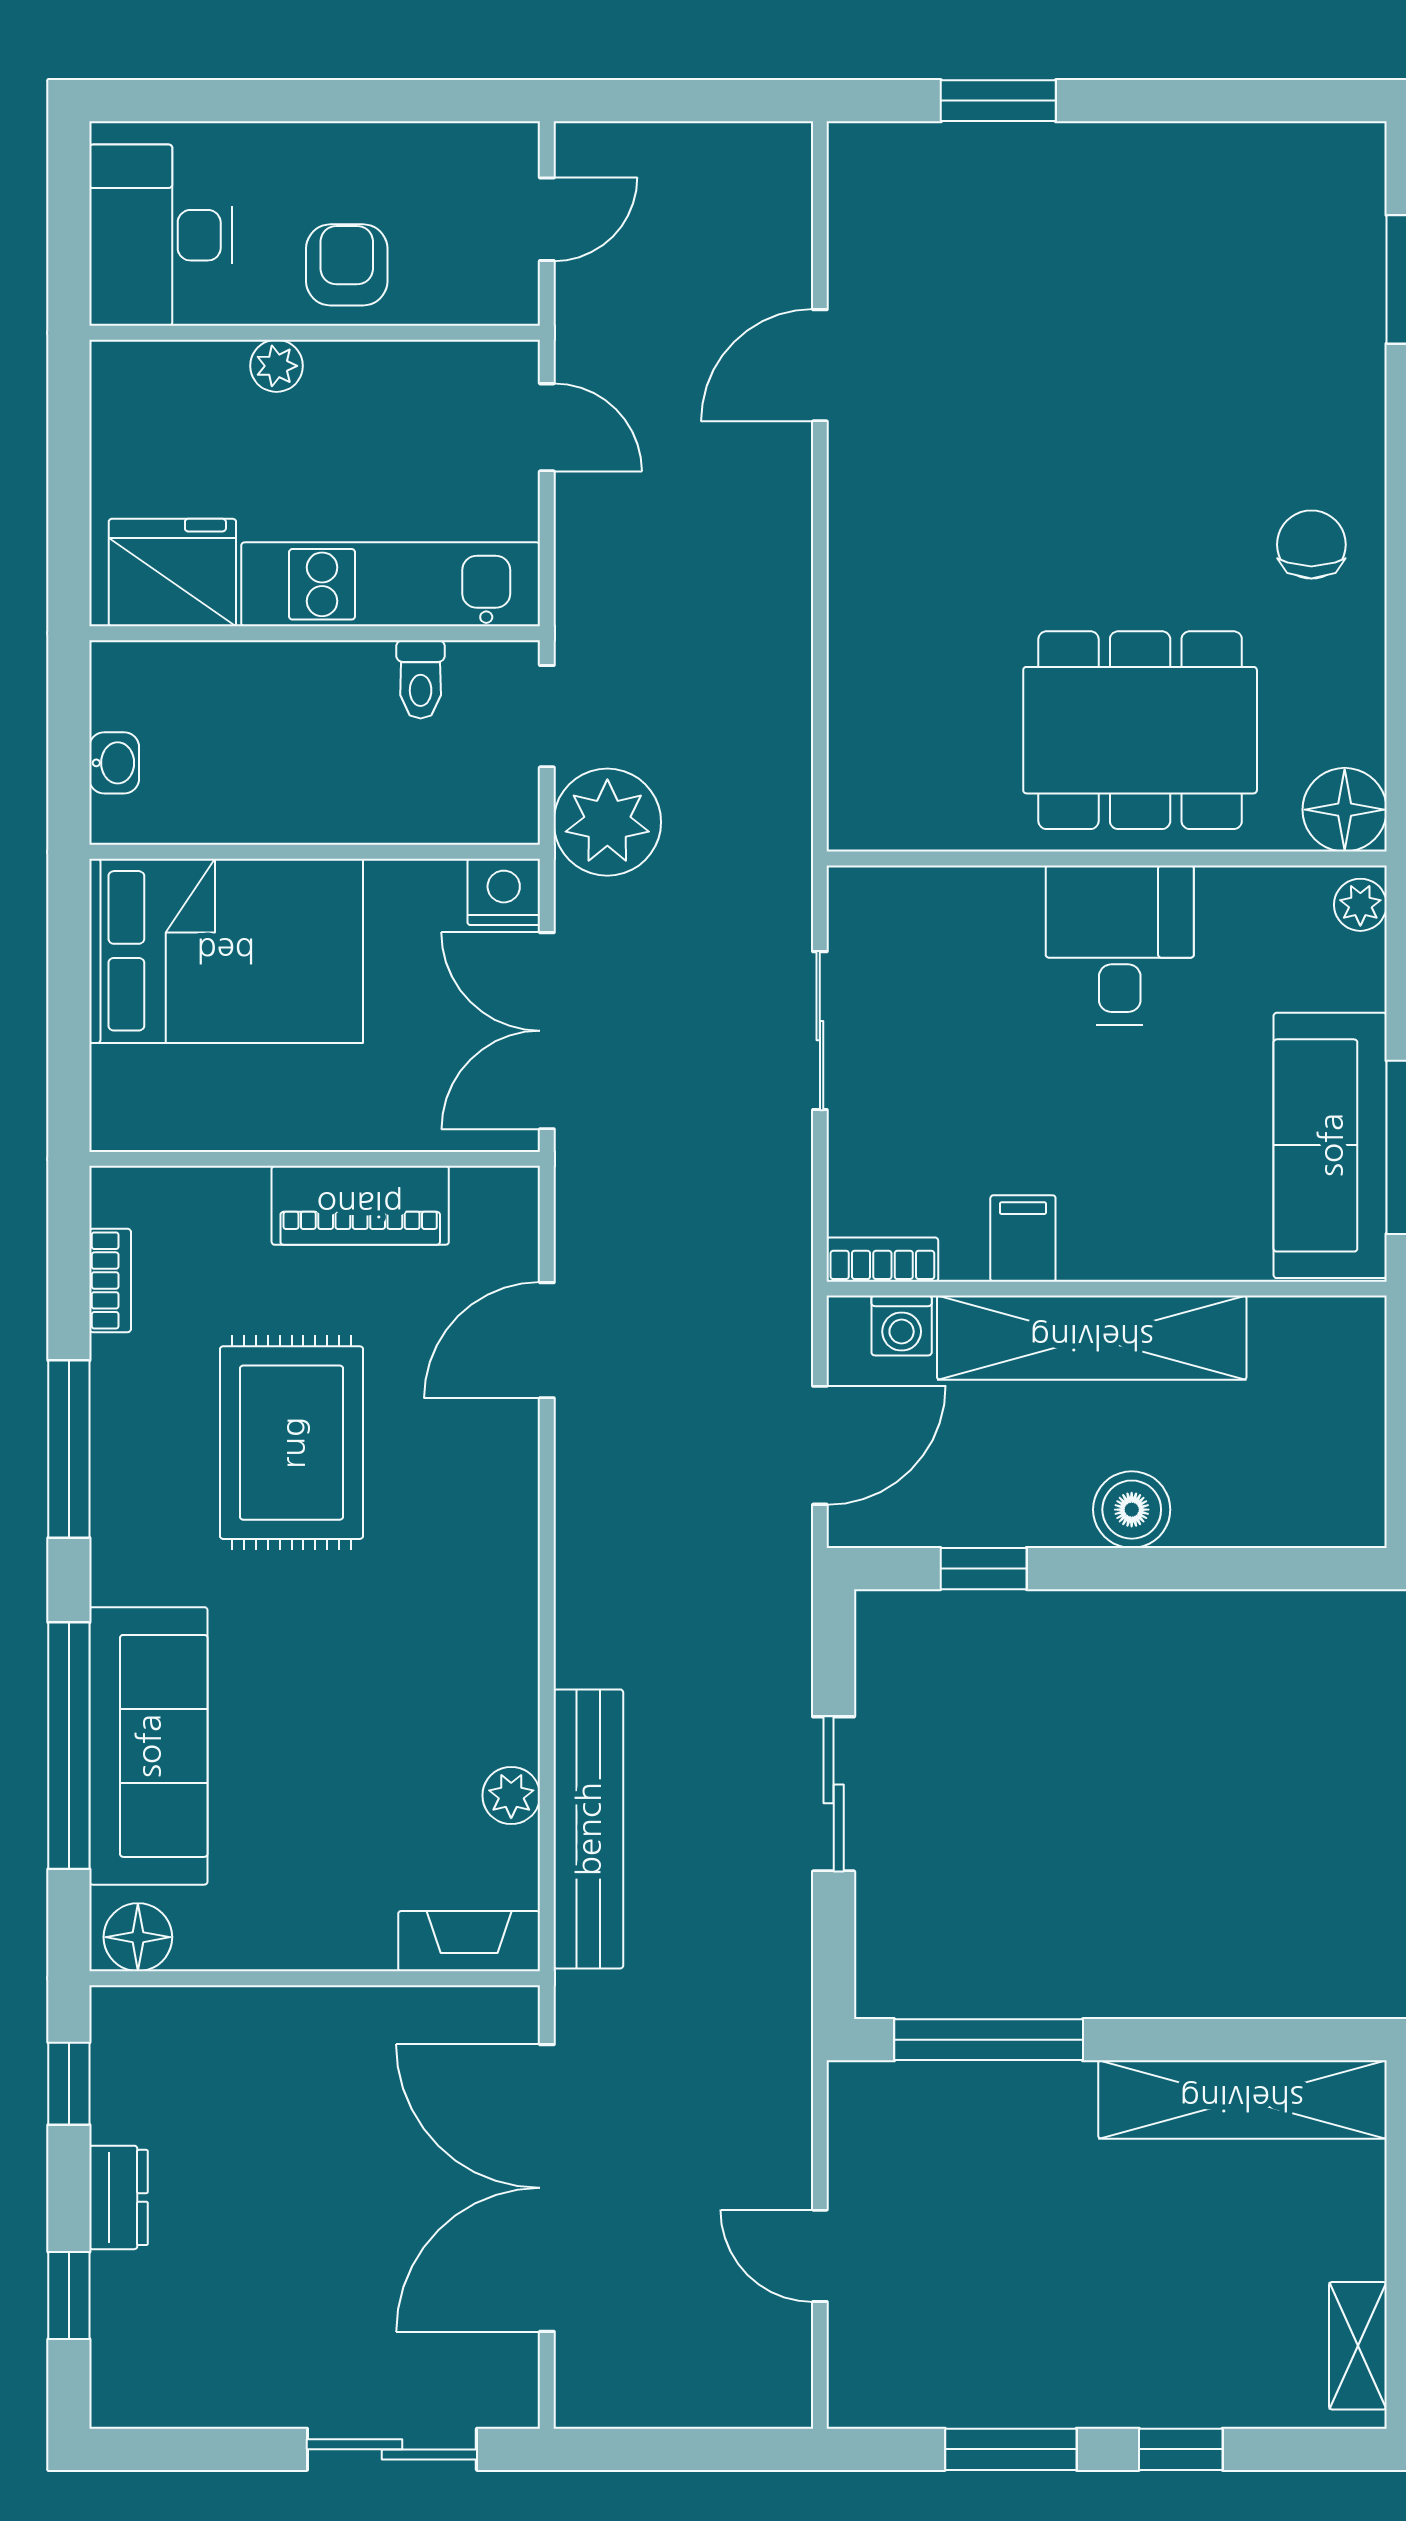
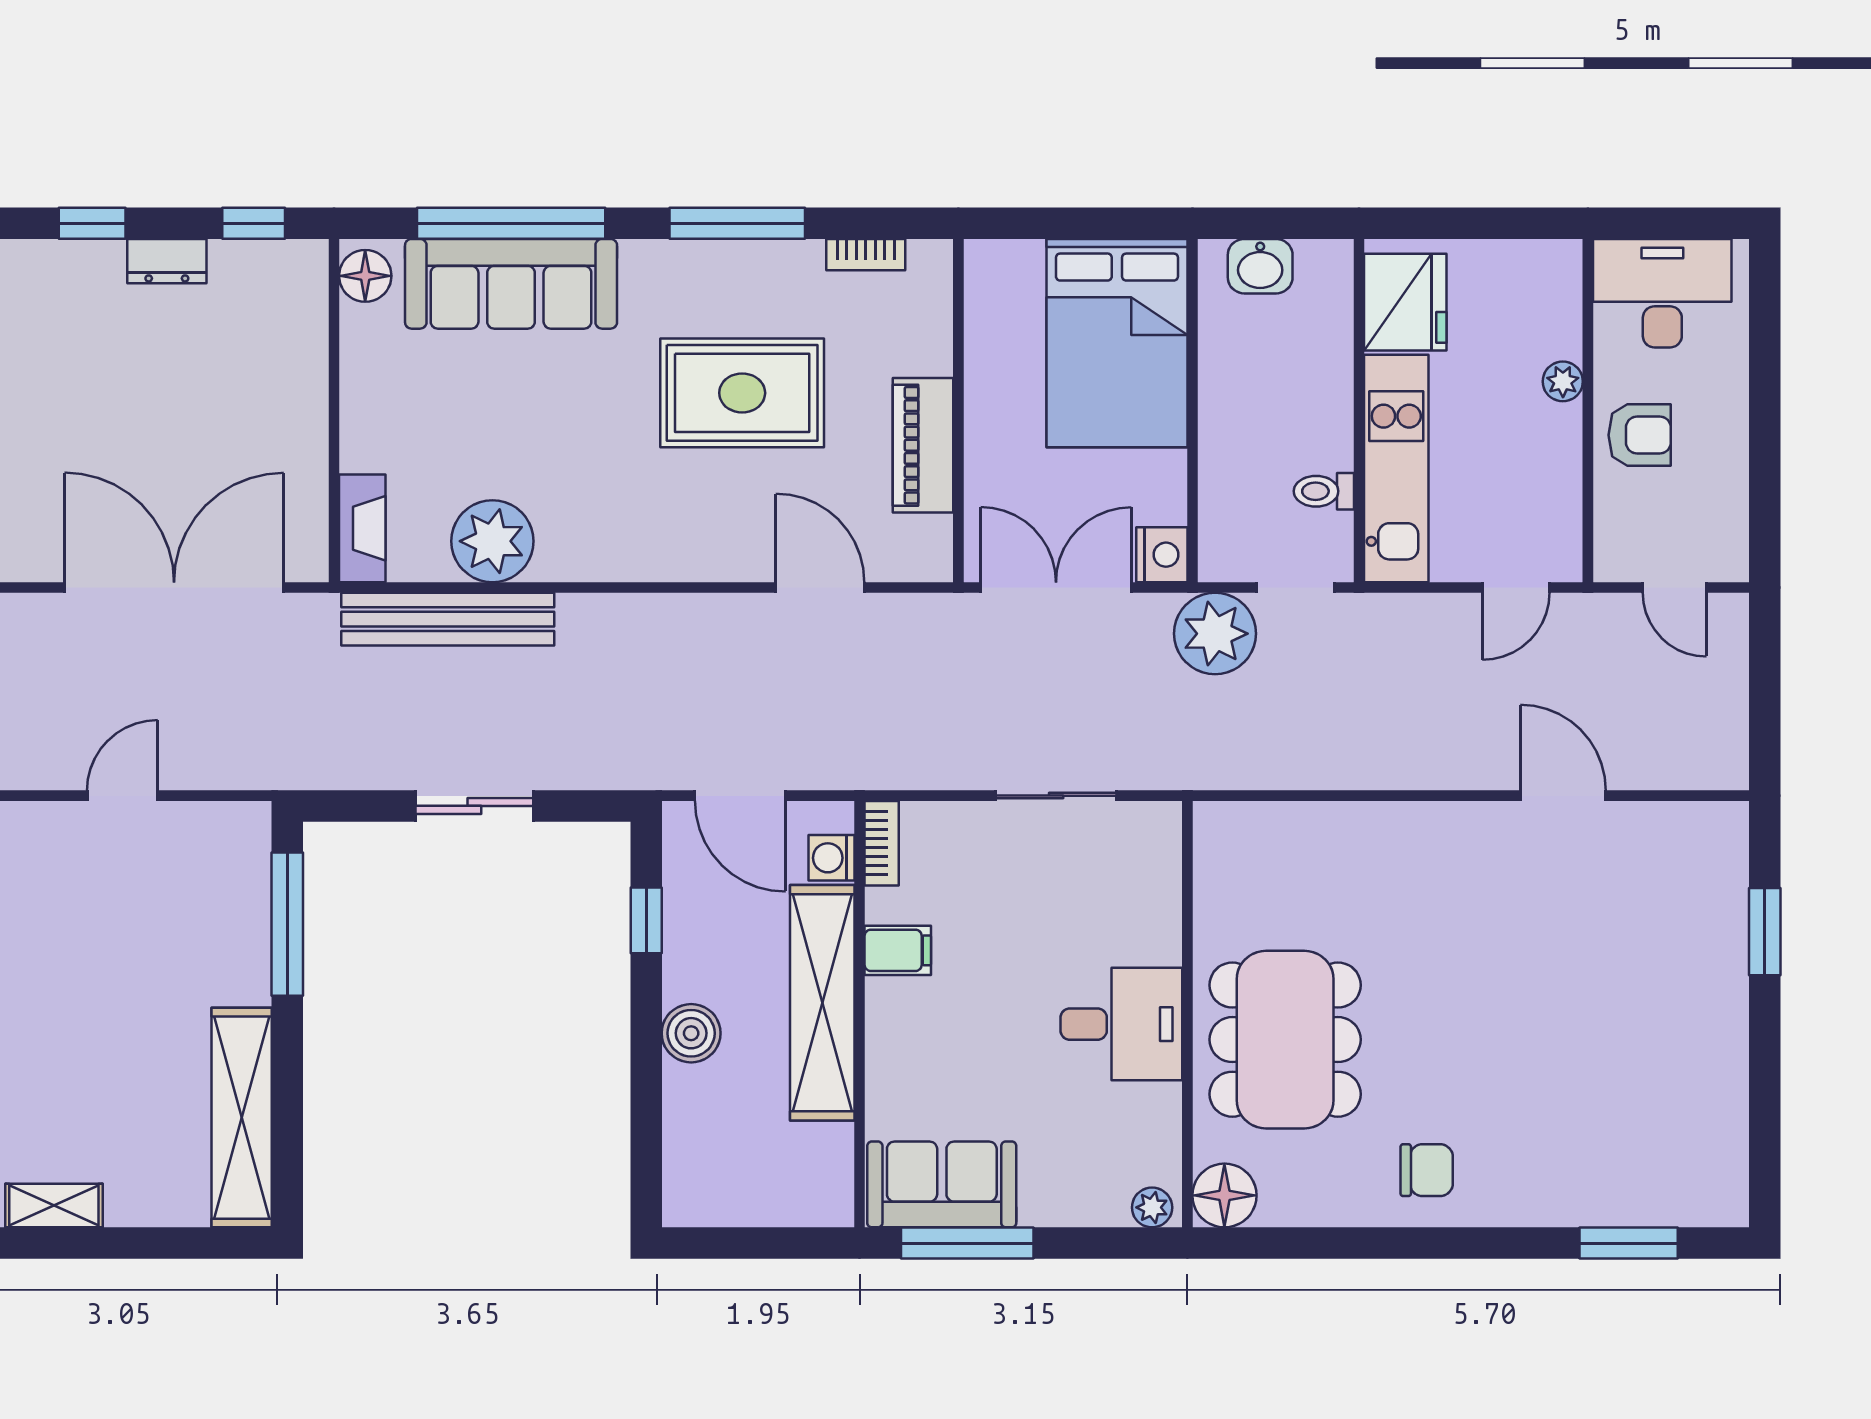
washbasin: (114, 763) -> (1260, 266), width x1.38, depth x1.45
sofa: (1330, 1145) -> (942, 1184), width x0.73
plant: (511, 1795) -> (492, 541), width x1.88, depth x1.88

